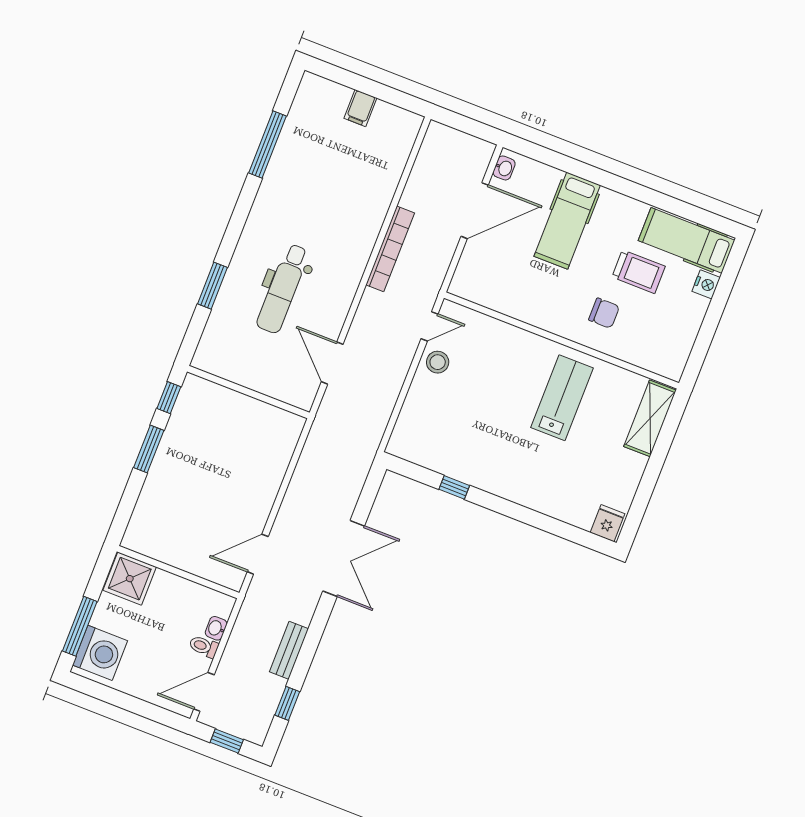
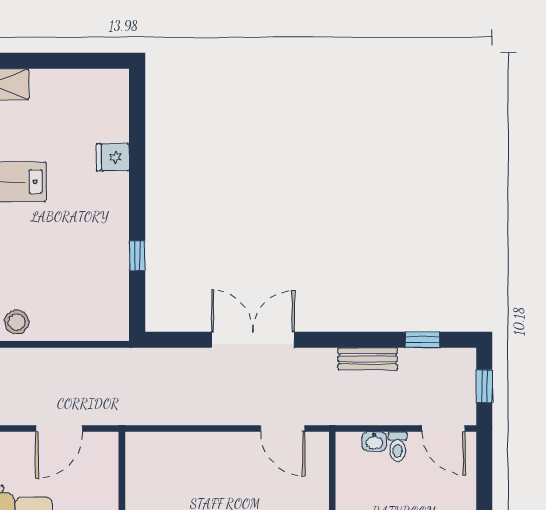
fridge: (607, 523) -> (113, 157), moved

